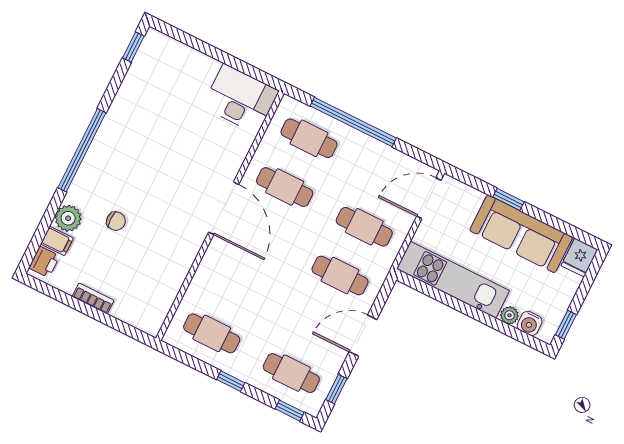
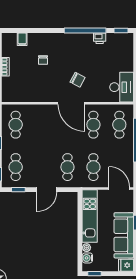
window: (82, 150) -> (85, 31), moved
chair: (185, 175) -> (78, 80), added
door: (224, 208) -> (71, 103), hinge flipped
plant: (68, 218) -> (34, 39), removed
printer: (44, 262) -> (100, 38), moved
door: (363, 336) -> (47, 190), swing flipped

